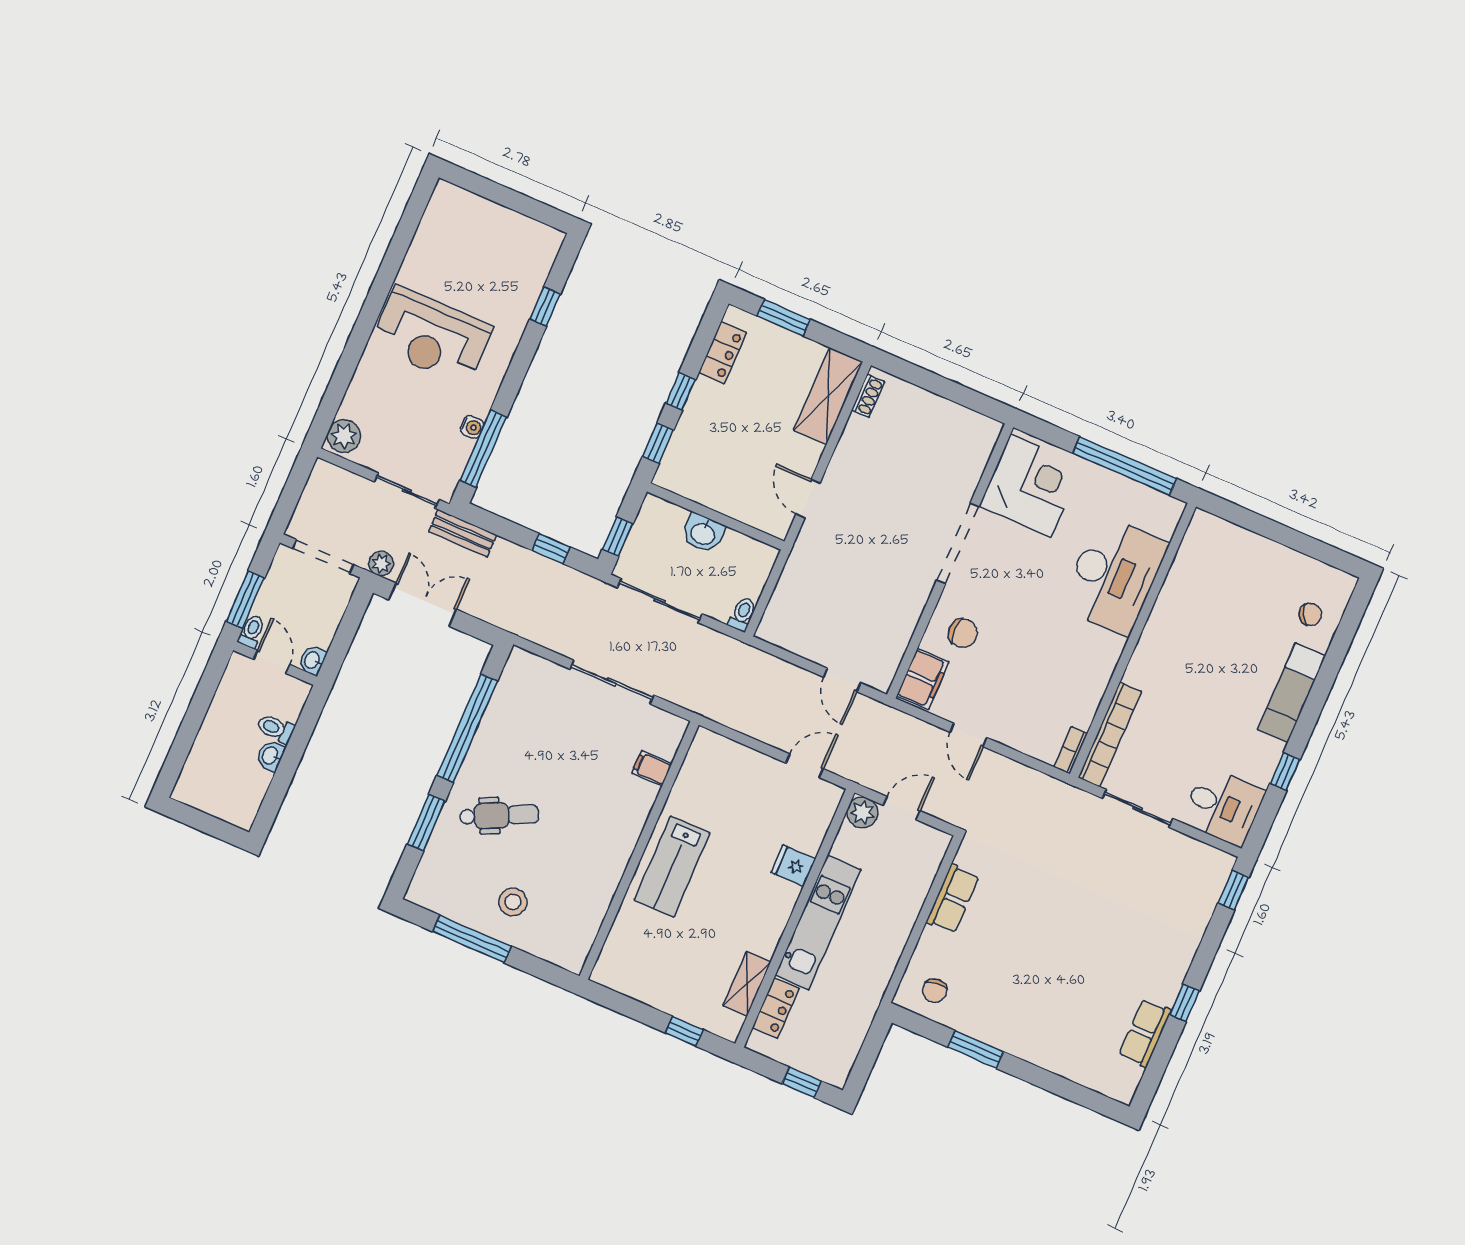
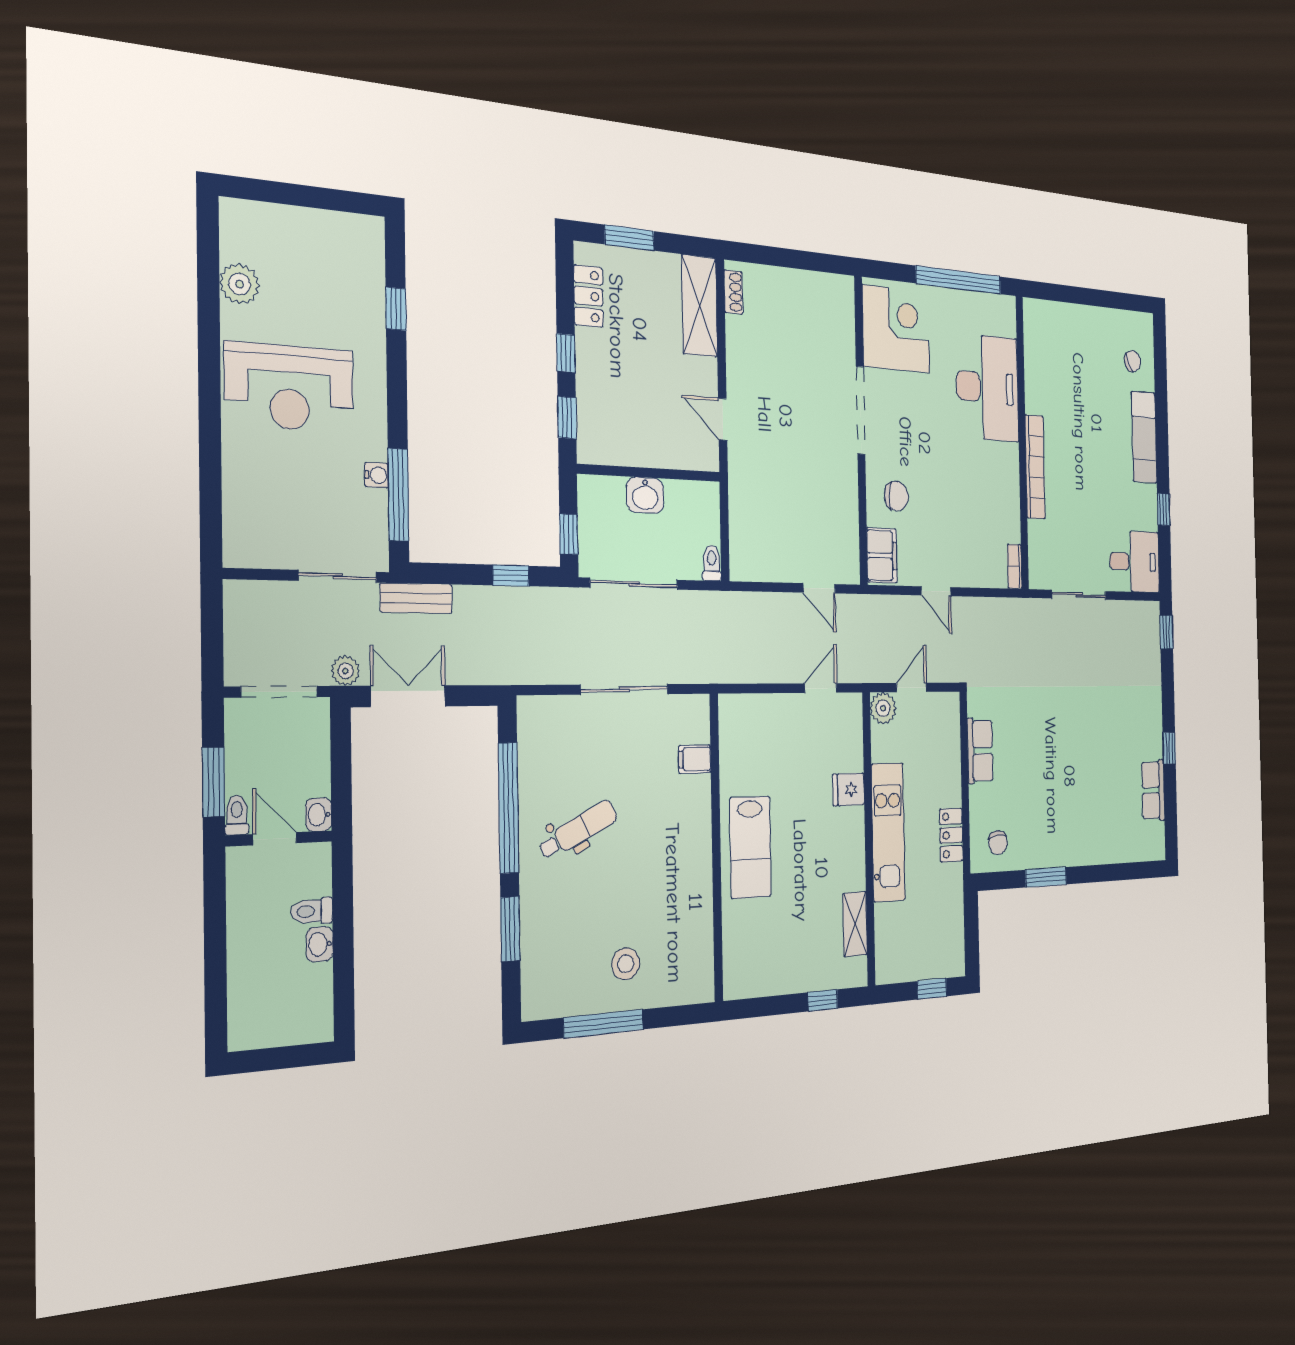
plant: (344, 436) -> (240, 284), moved
bookcase: (1110, 734) -> (1035, 467), moved
dental chair: (499, 815) -> (578, 830), moved
locker: (776, 1008) -> (951, 835), moved, turned 180

